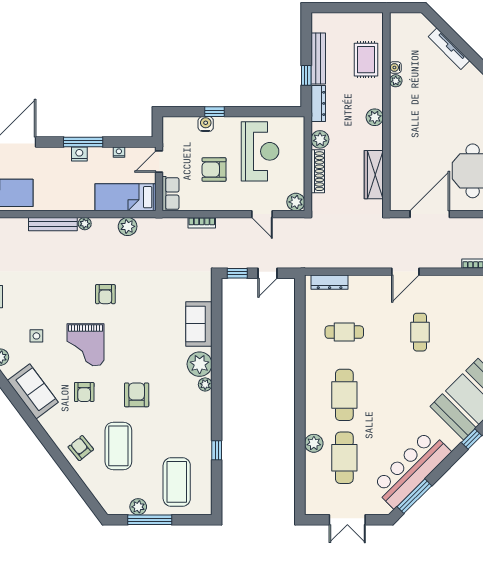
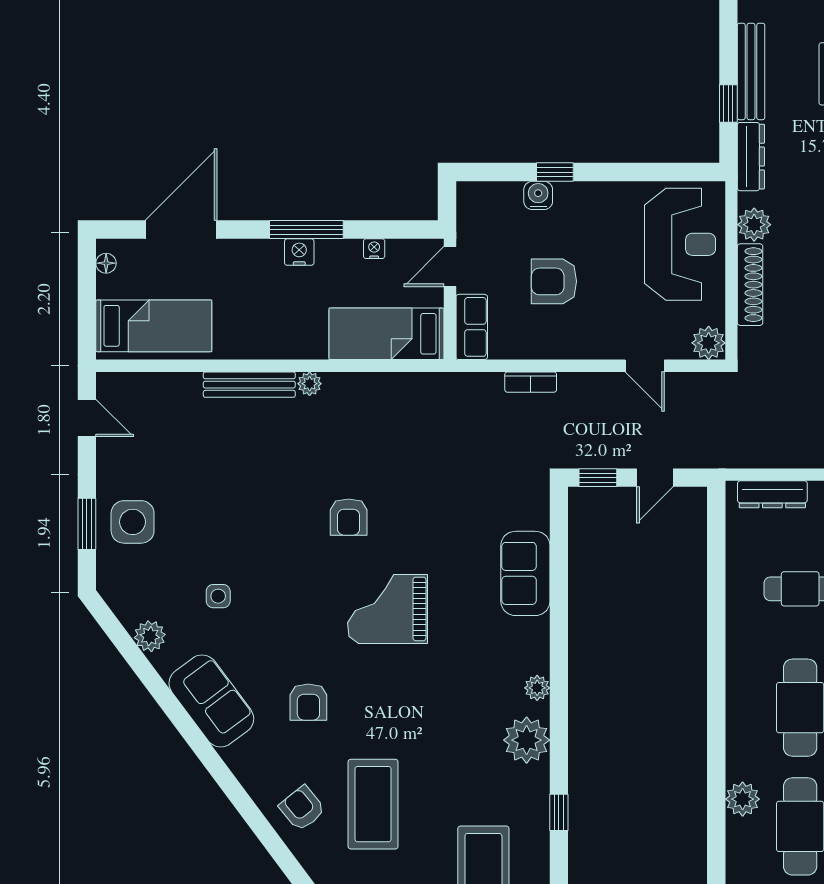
reception desk: (260, 151) -> (680, 244), moved
plant: (128, 226) -> (391, 389), removed
grand piano: (85, 345) -> (388, 609), moved, turned 90
plant: (200, 364) -> (527, 740), moved
armchair: (137, 395) -> (407, 708), removed

